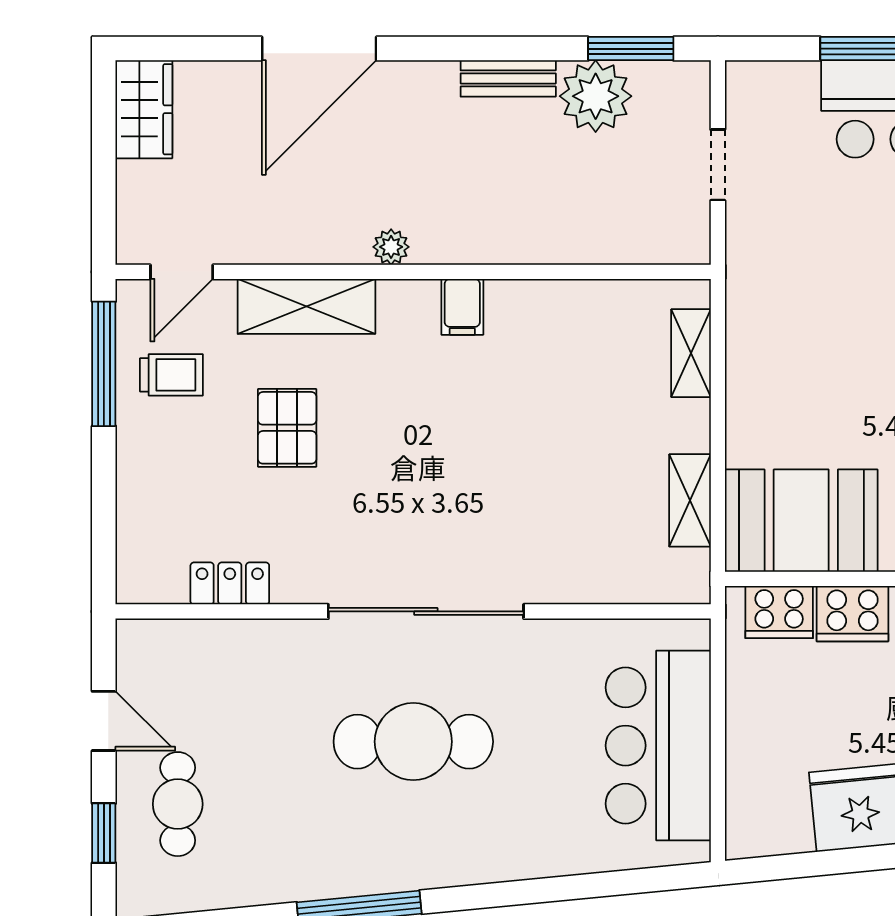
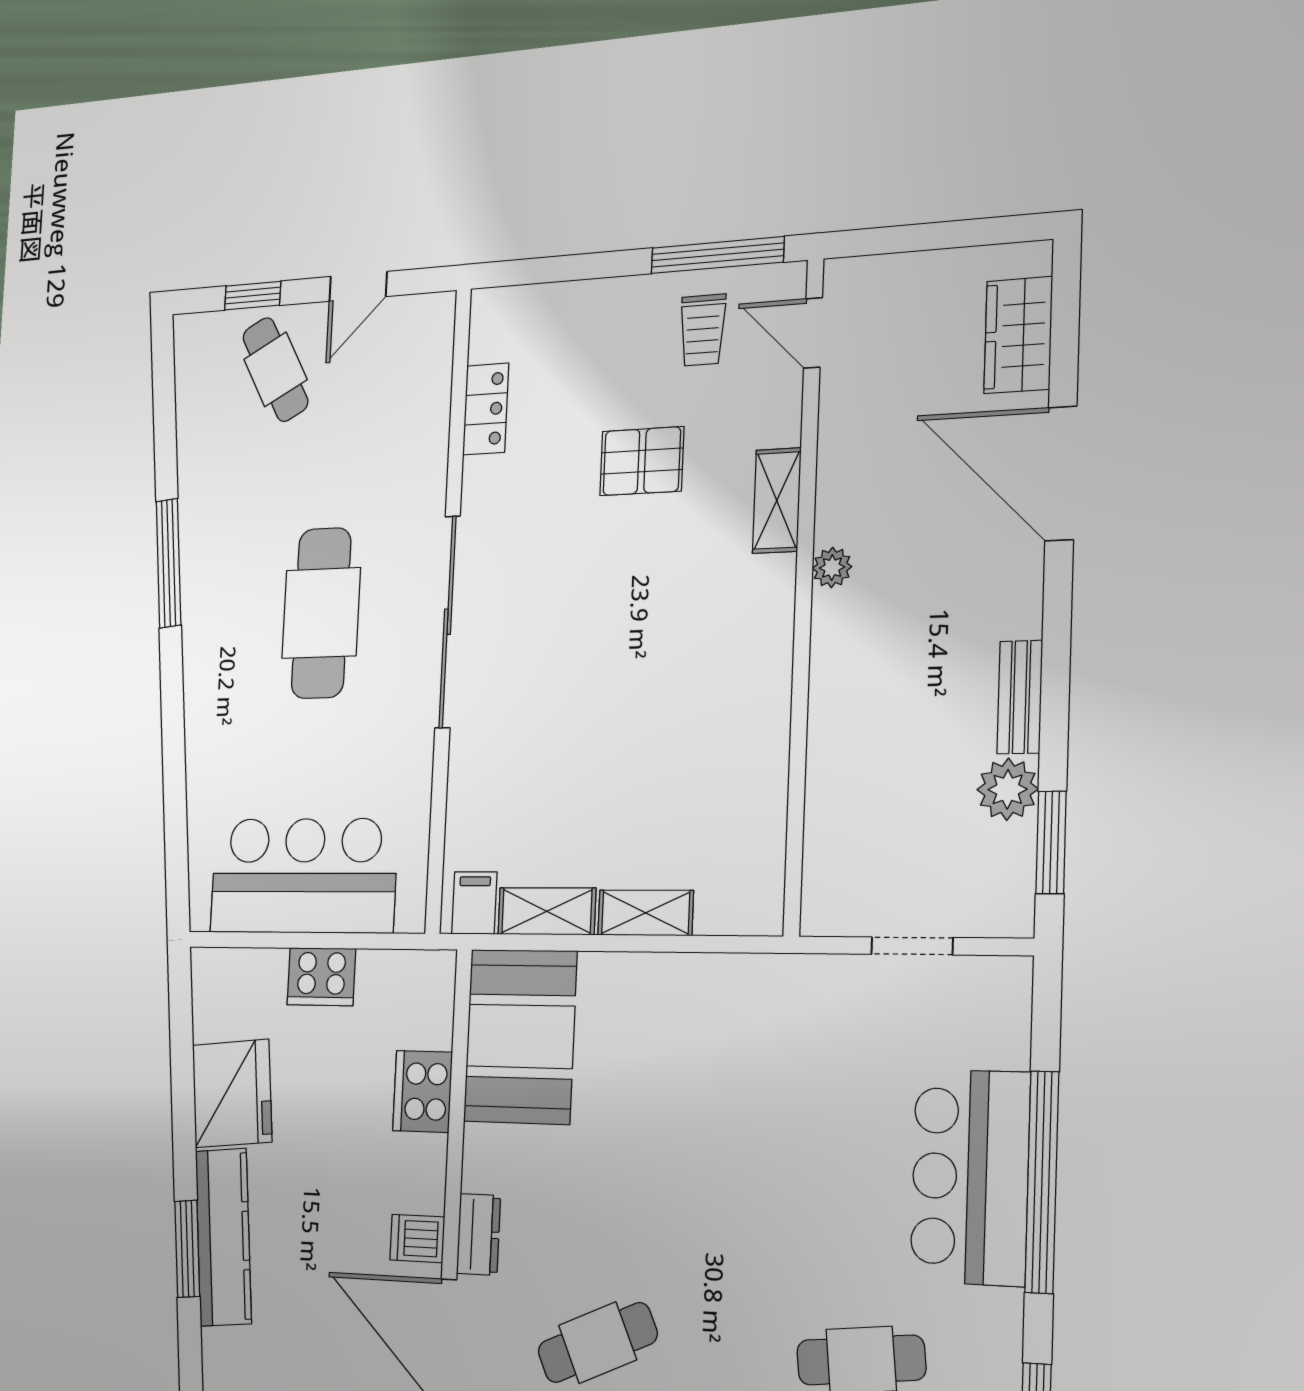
plant: (596, 96) -> (1008, 789), width x0.73, depth x0.73
wardrobe: (144, 109) -> (1018, 335), moved, turned 90
shelving: (306, 306) -> (777, 501), width x0.67, depth x0.75
filing cabinet: (462, 307) -> (474, 903), moved, turned 90
shelving: (691, 353) -> (646, 913), moved
cooker: (779, 612) -> (321, 977), moved, turned -90
cafe table: (178, 804) -> (275, 369), turned 62

